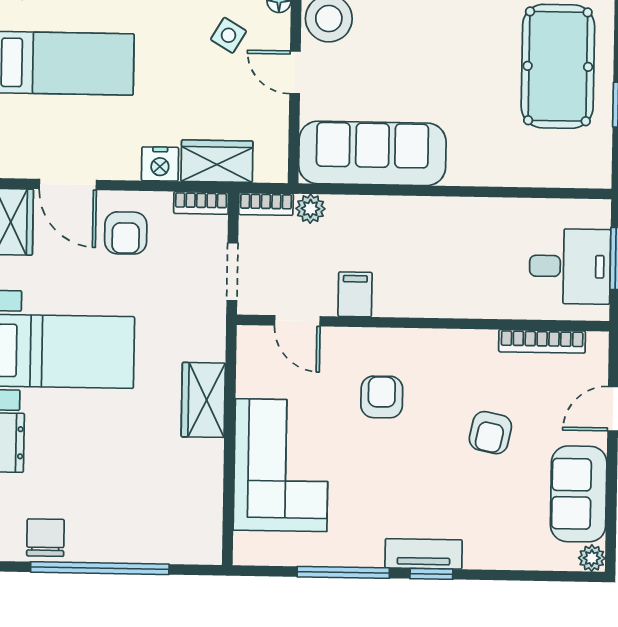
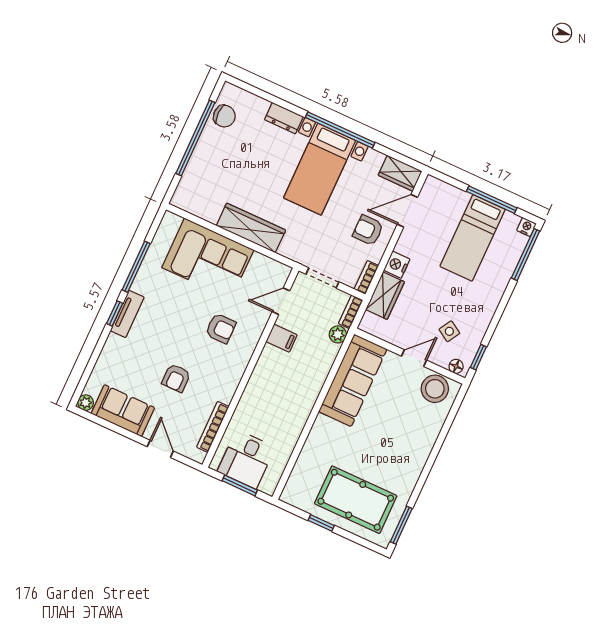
wardrobe: (203, 400) -> (251, 228), width x1.50
armchair: (490, 433) -> (176, 378), turned -102

